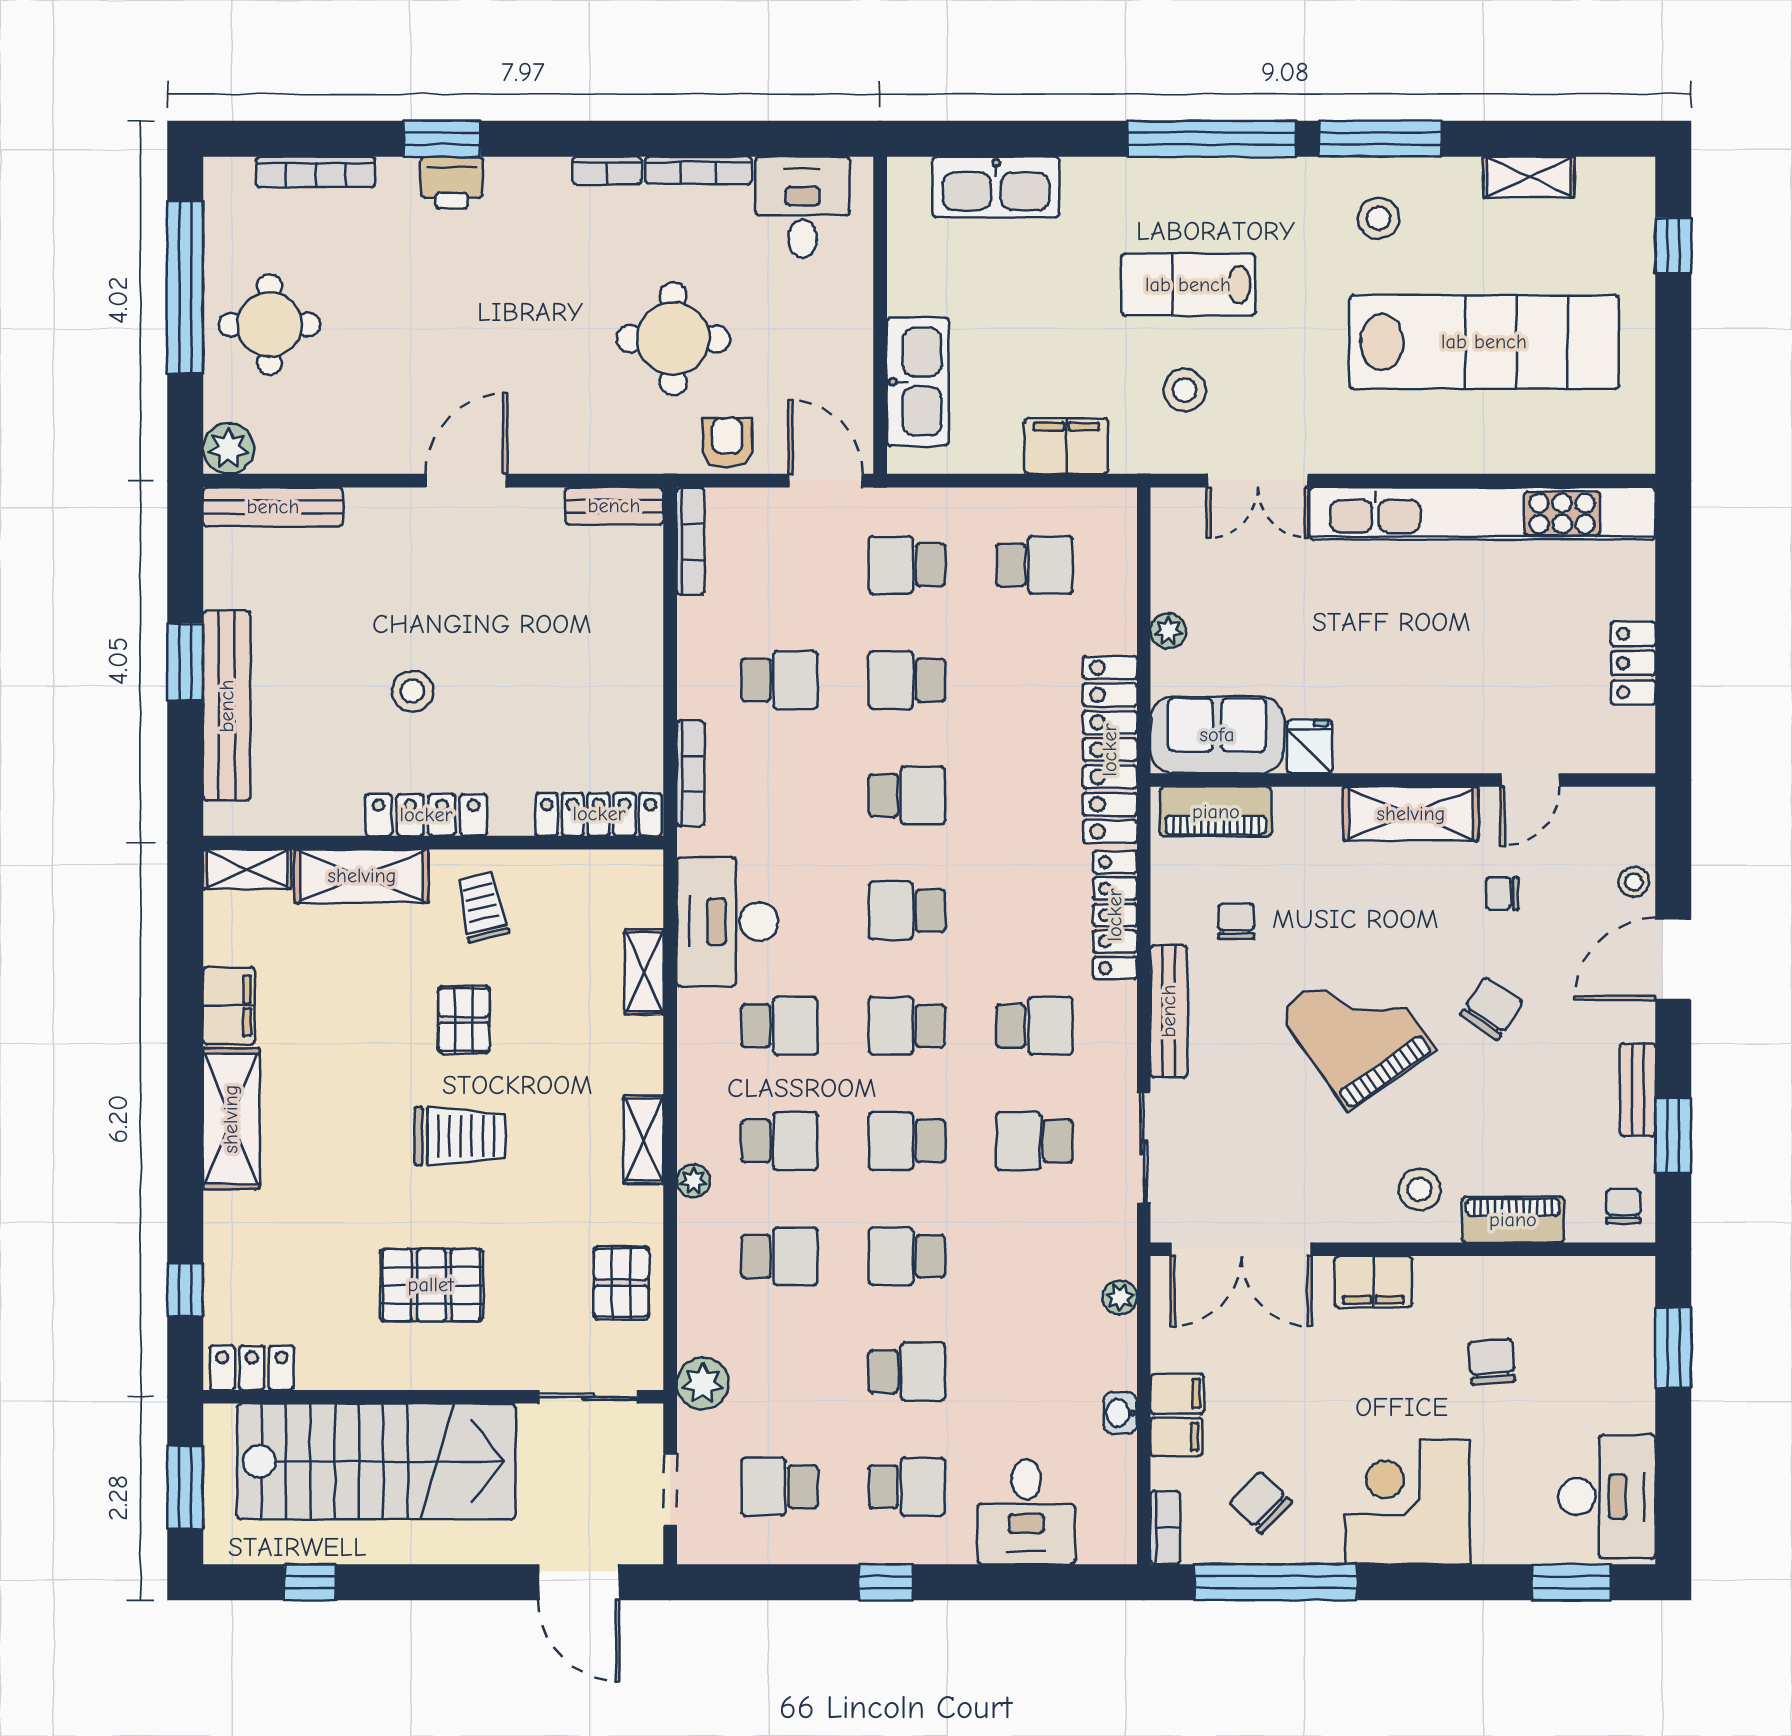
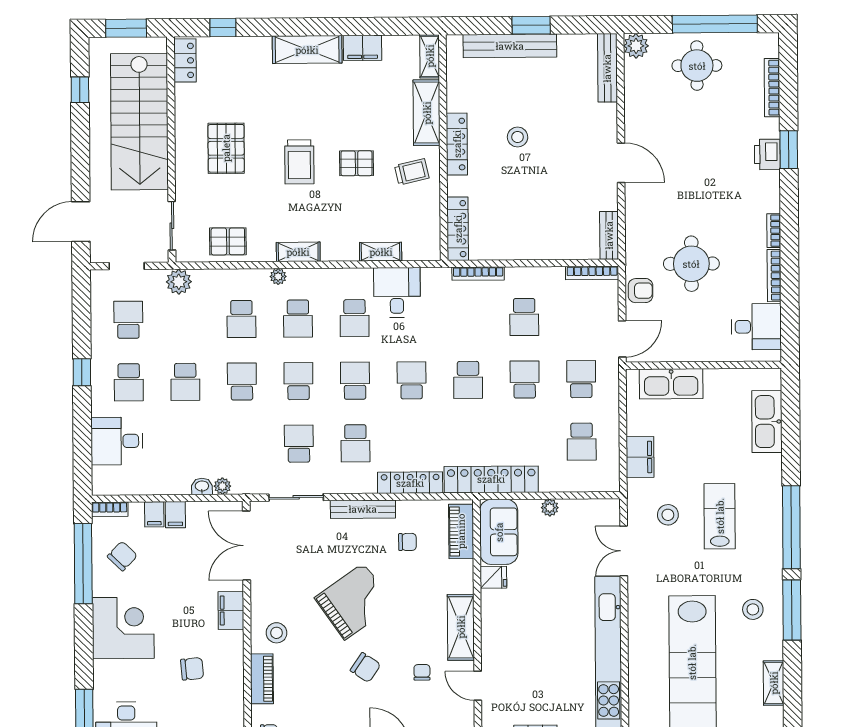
desk: (728, 922) -> (397, 292), width x0.73
washbasin: (1120, 1413) -> (202, 486), moved

